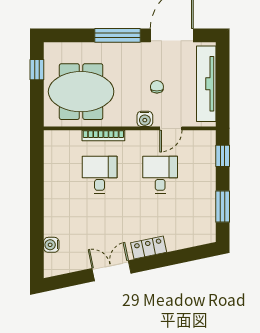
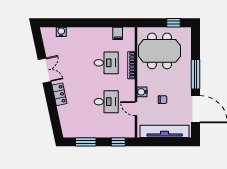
meeting table: (81, 92) -> (159, 51), turned 90
filing cabinet: (54, 157) -> (118, 33), added

